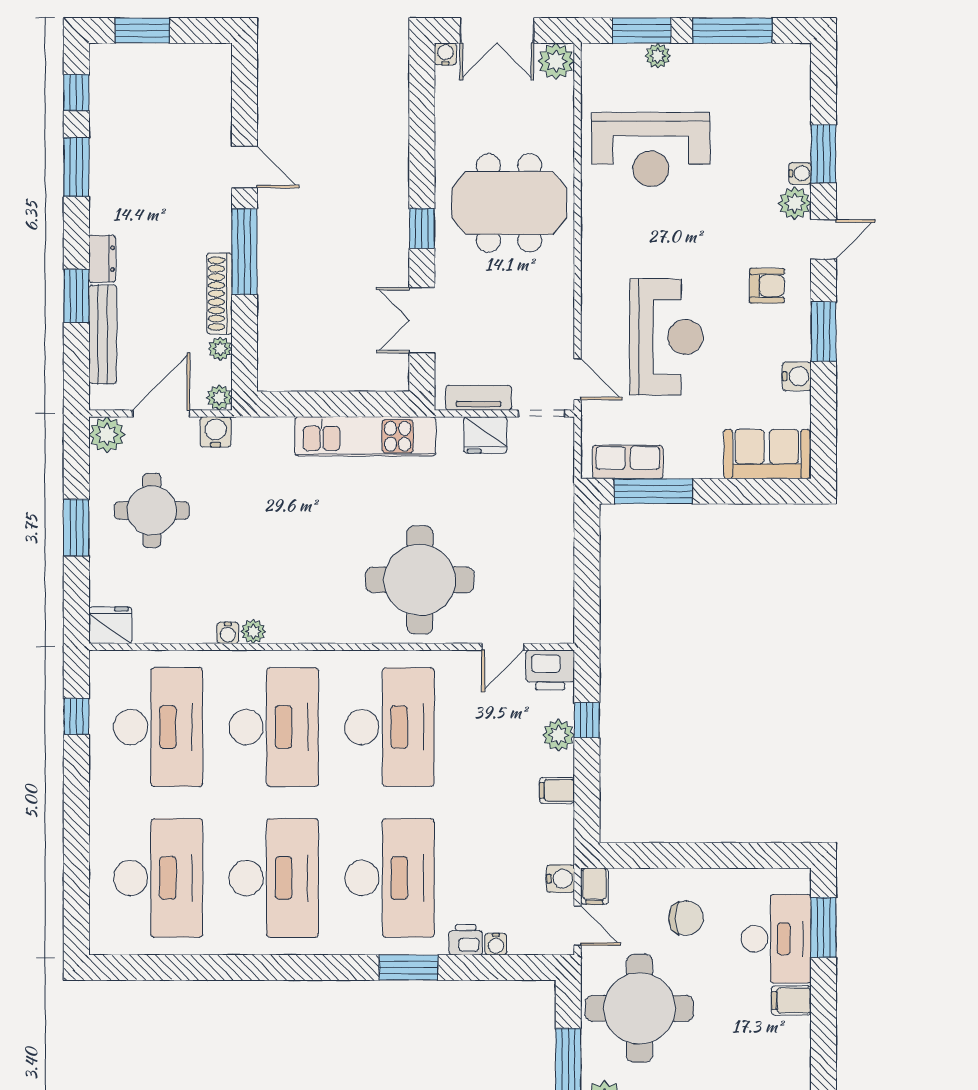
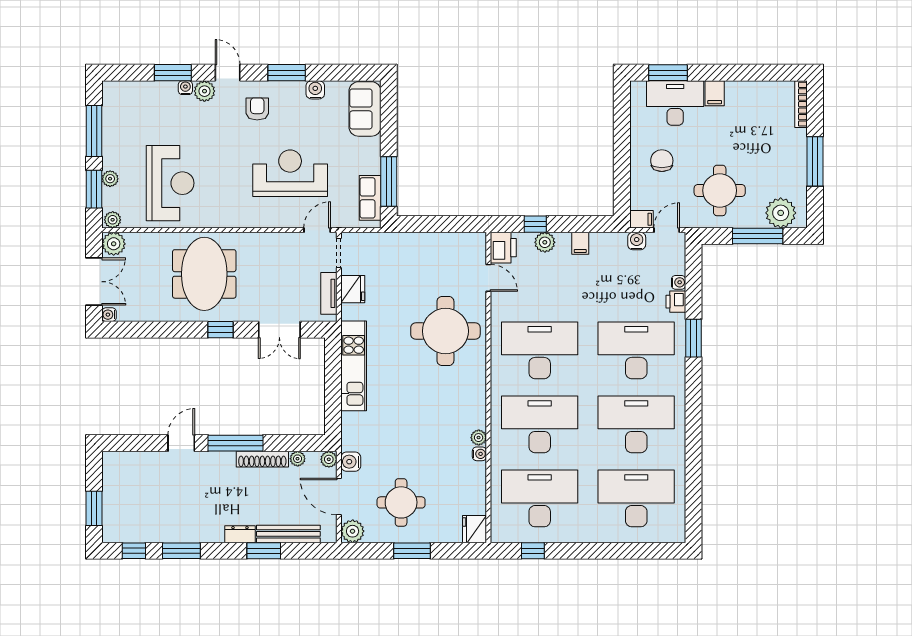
plant: (594, 60) -> (113, 220), added
round table: (639, 1008) -> (720, 190), width x0.73, depth x0.73

